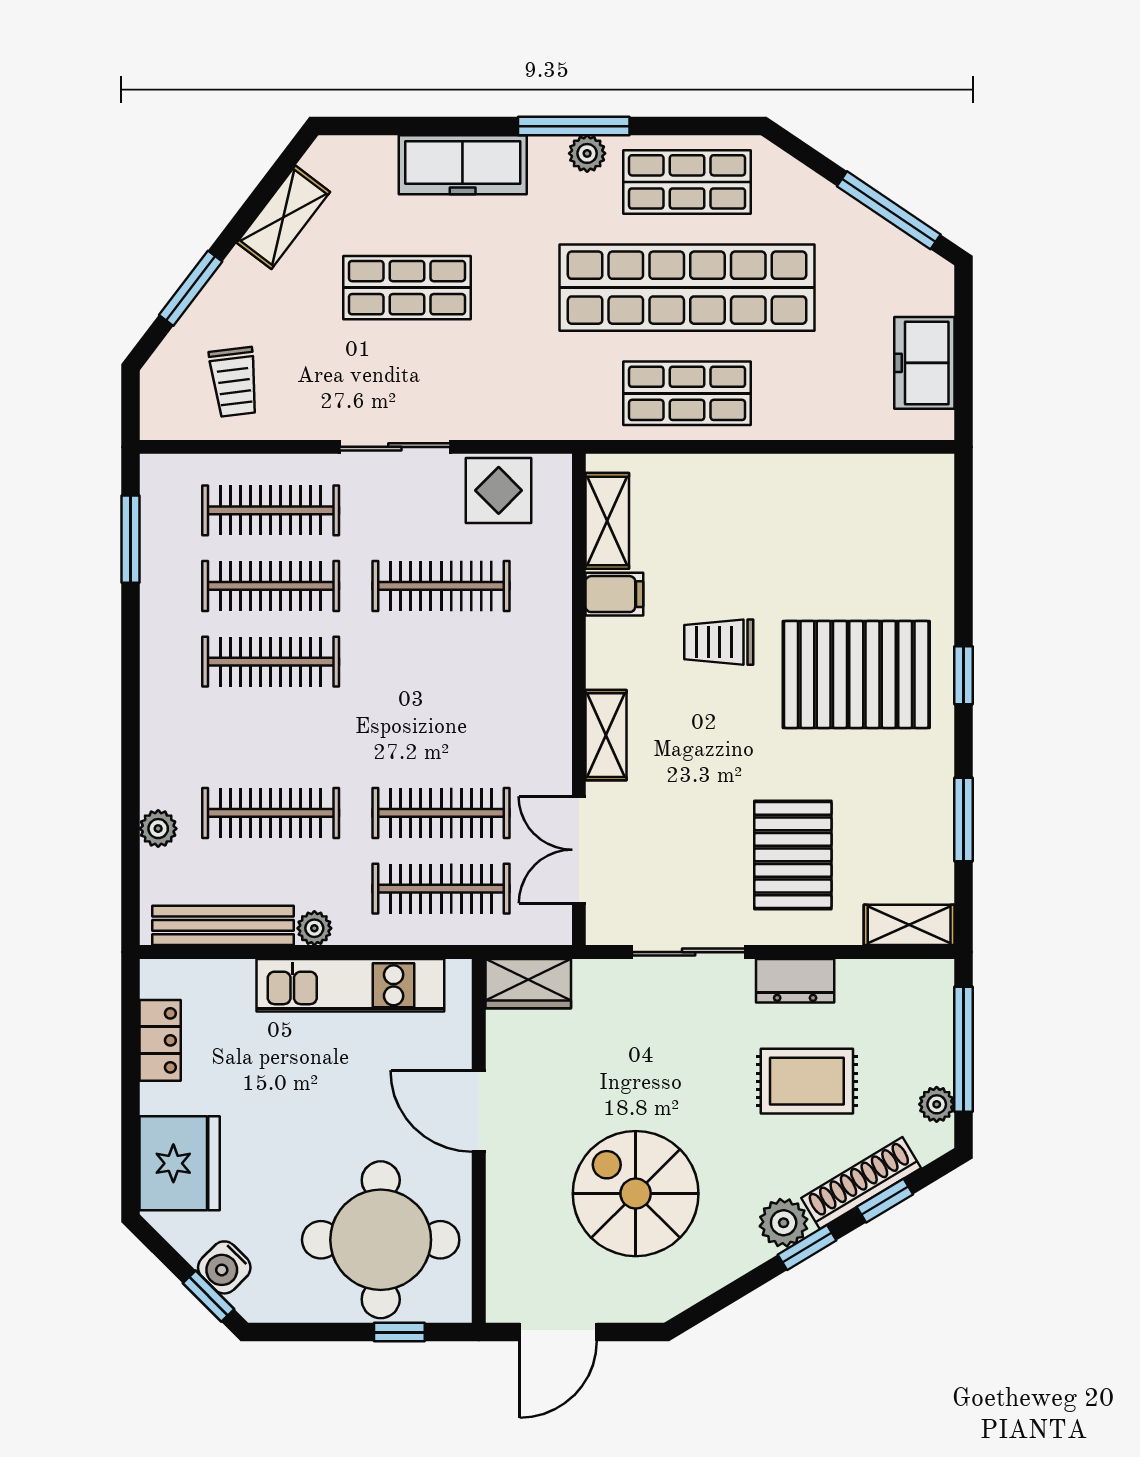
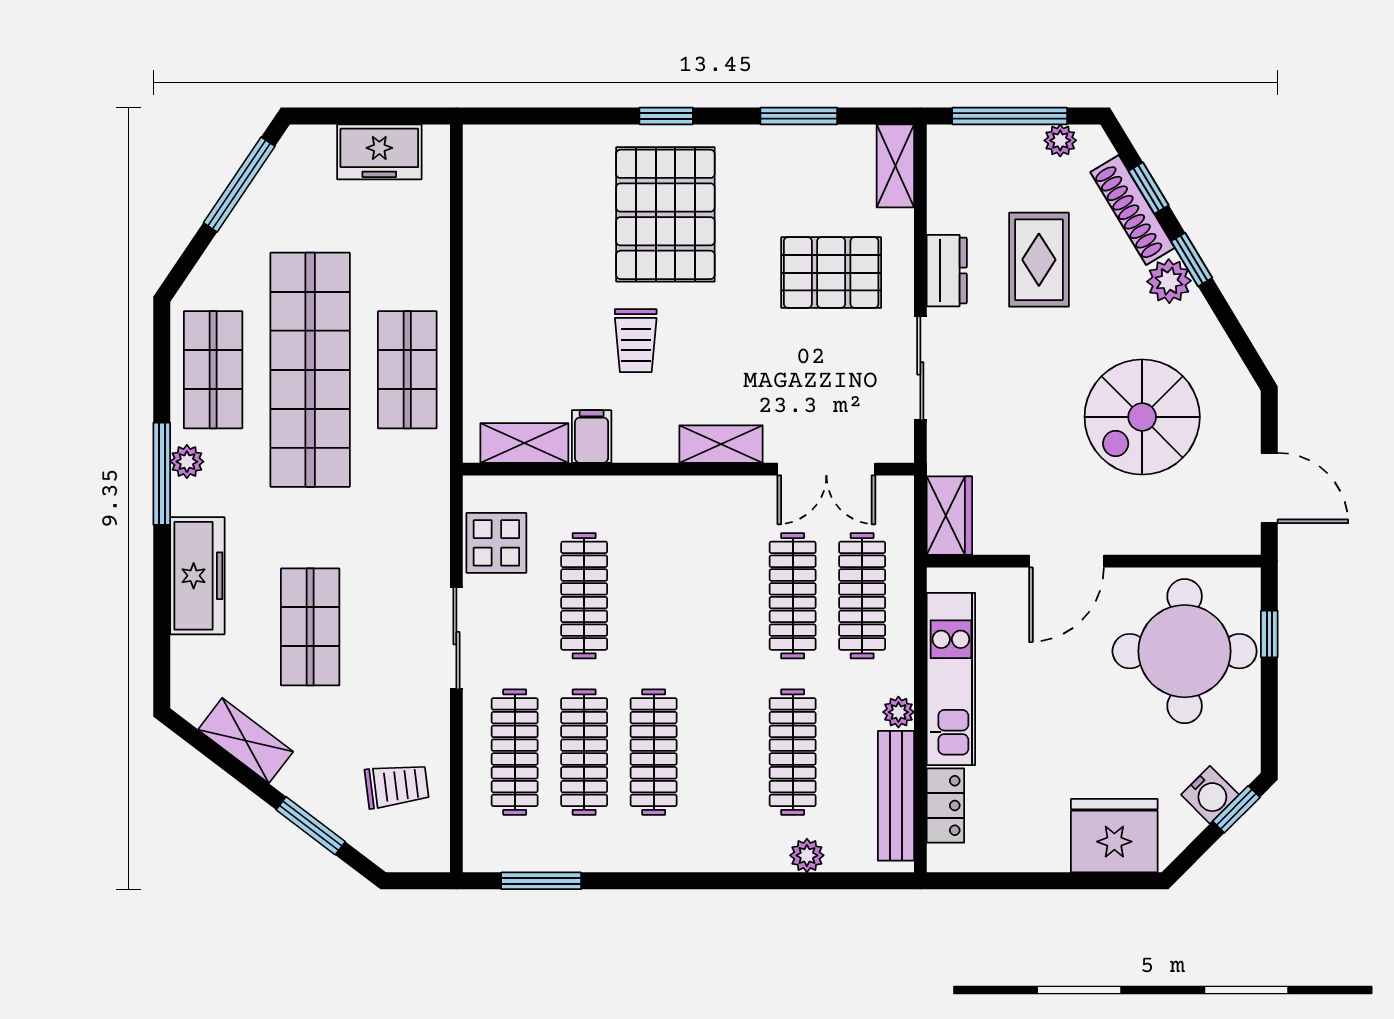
locker: (160, 1040) -> (945, 806), moved, turned 90

